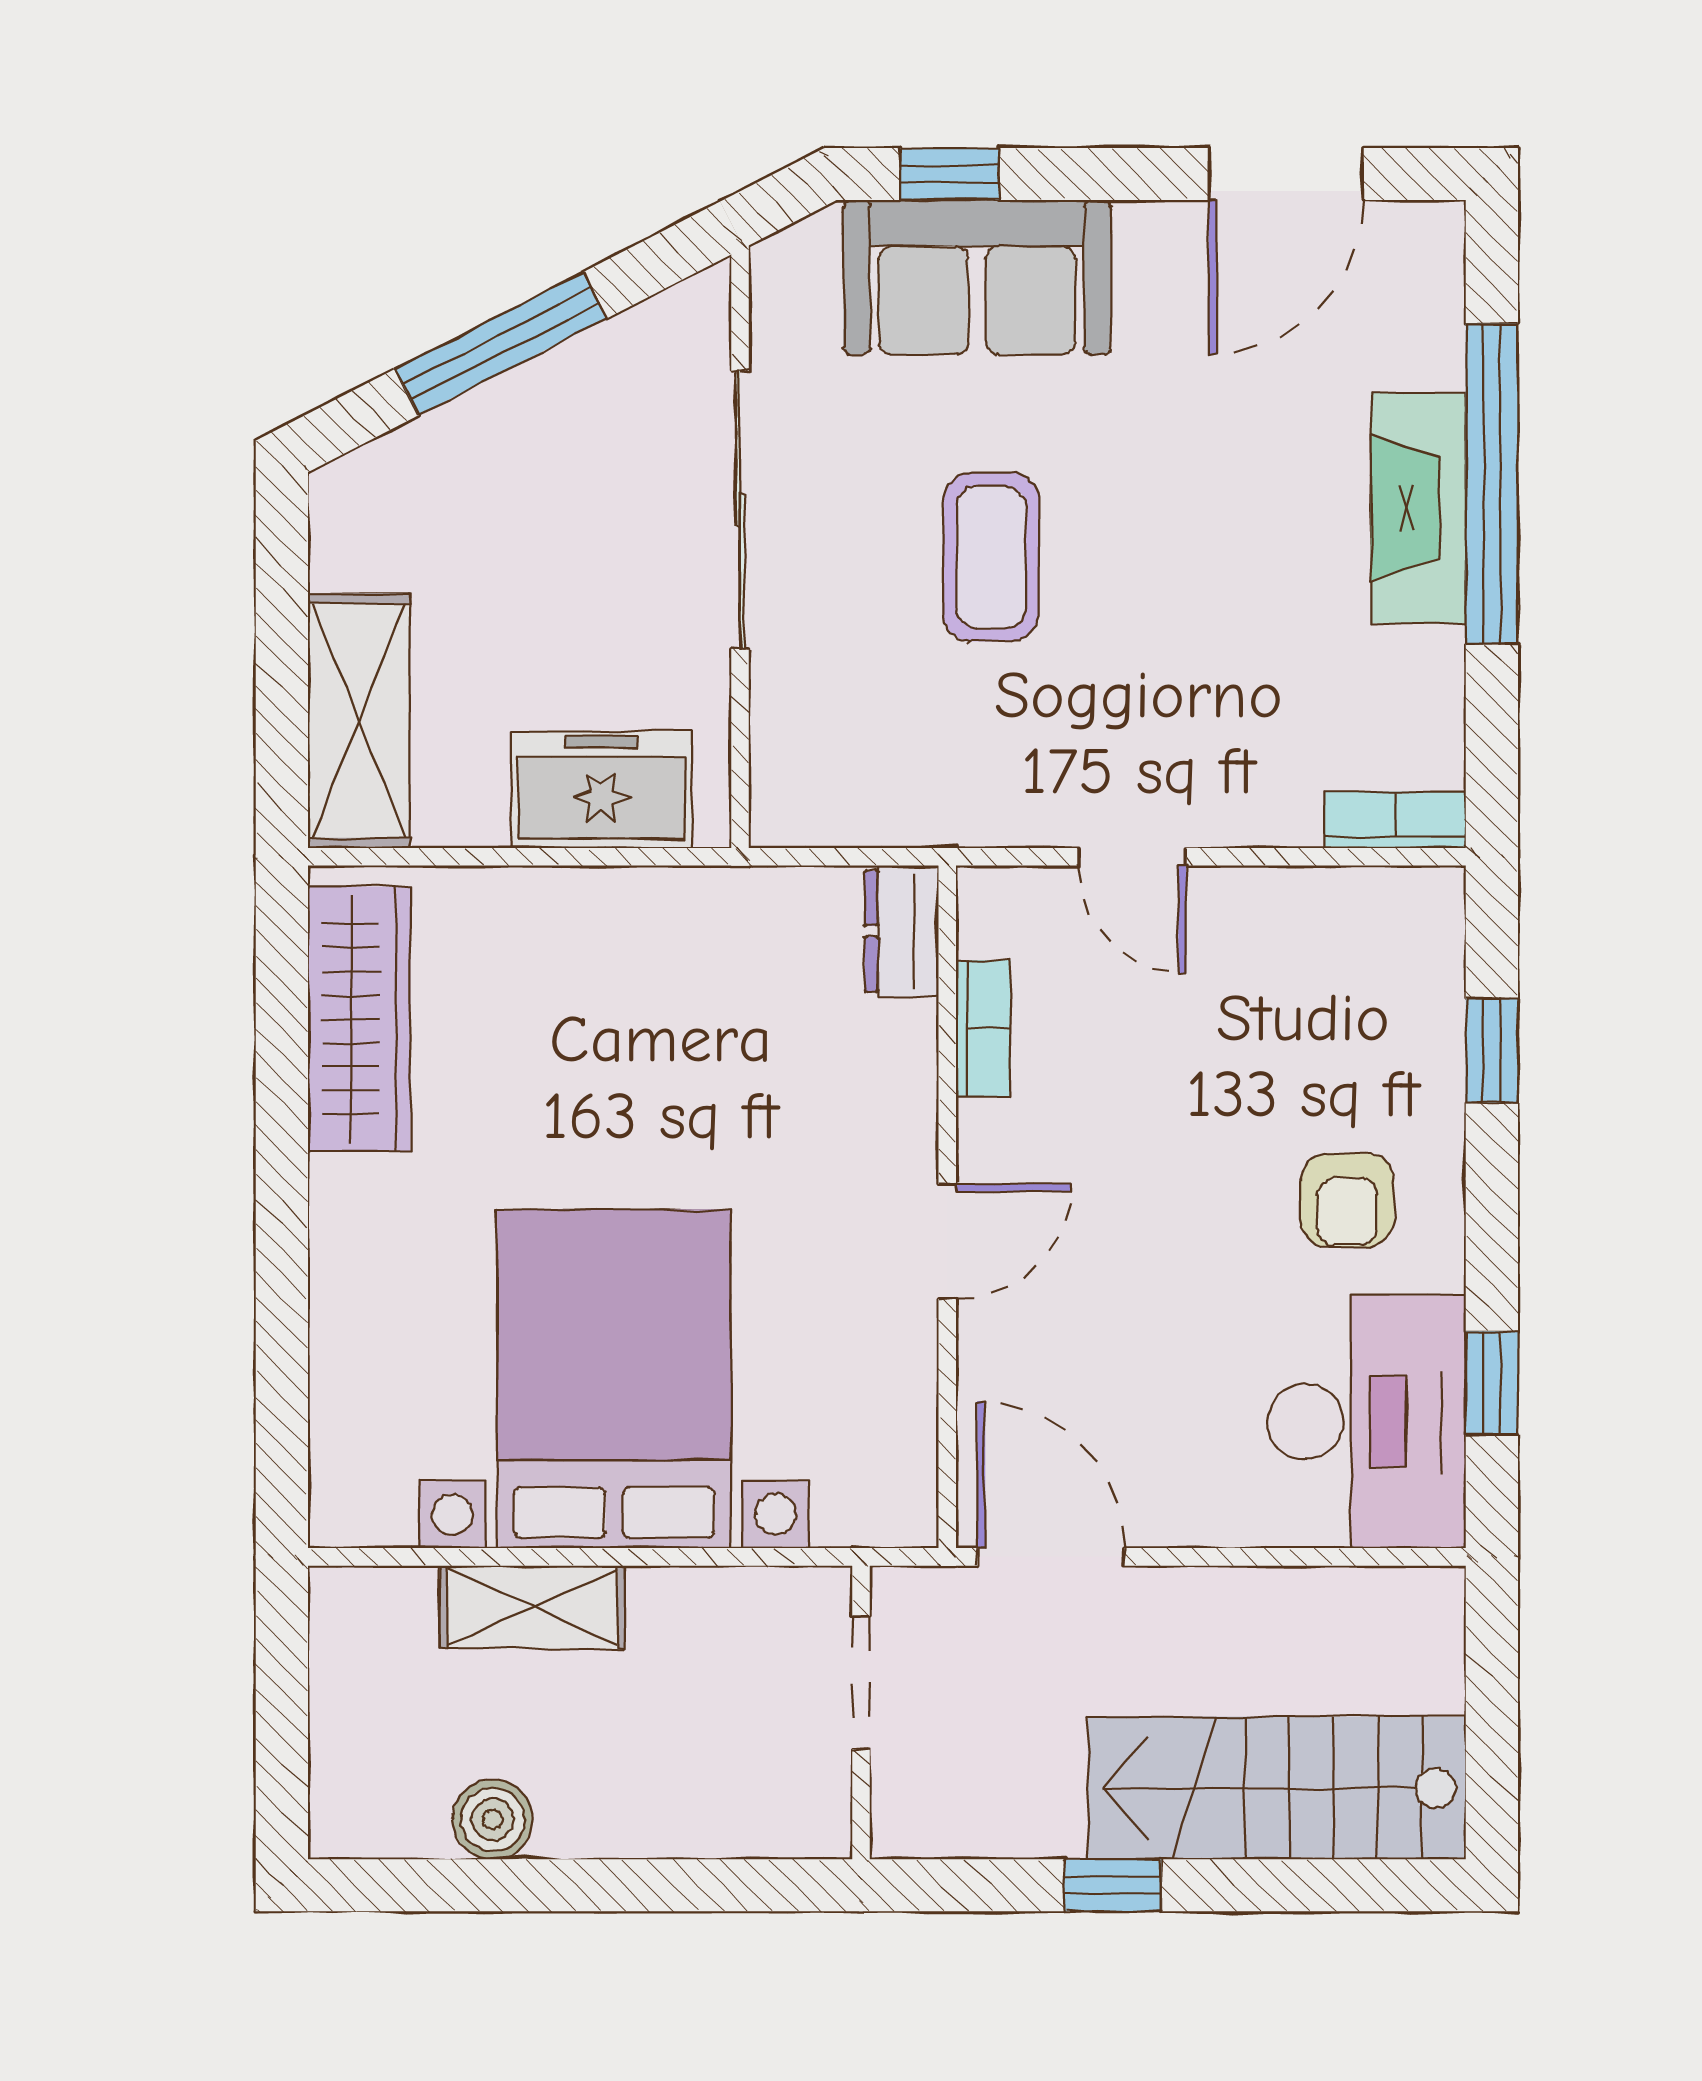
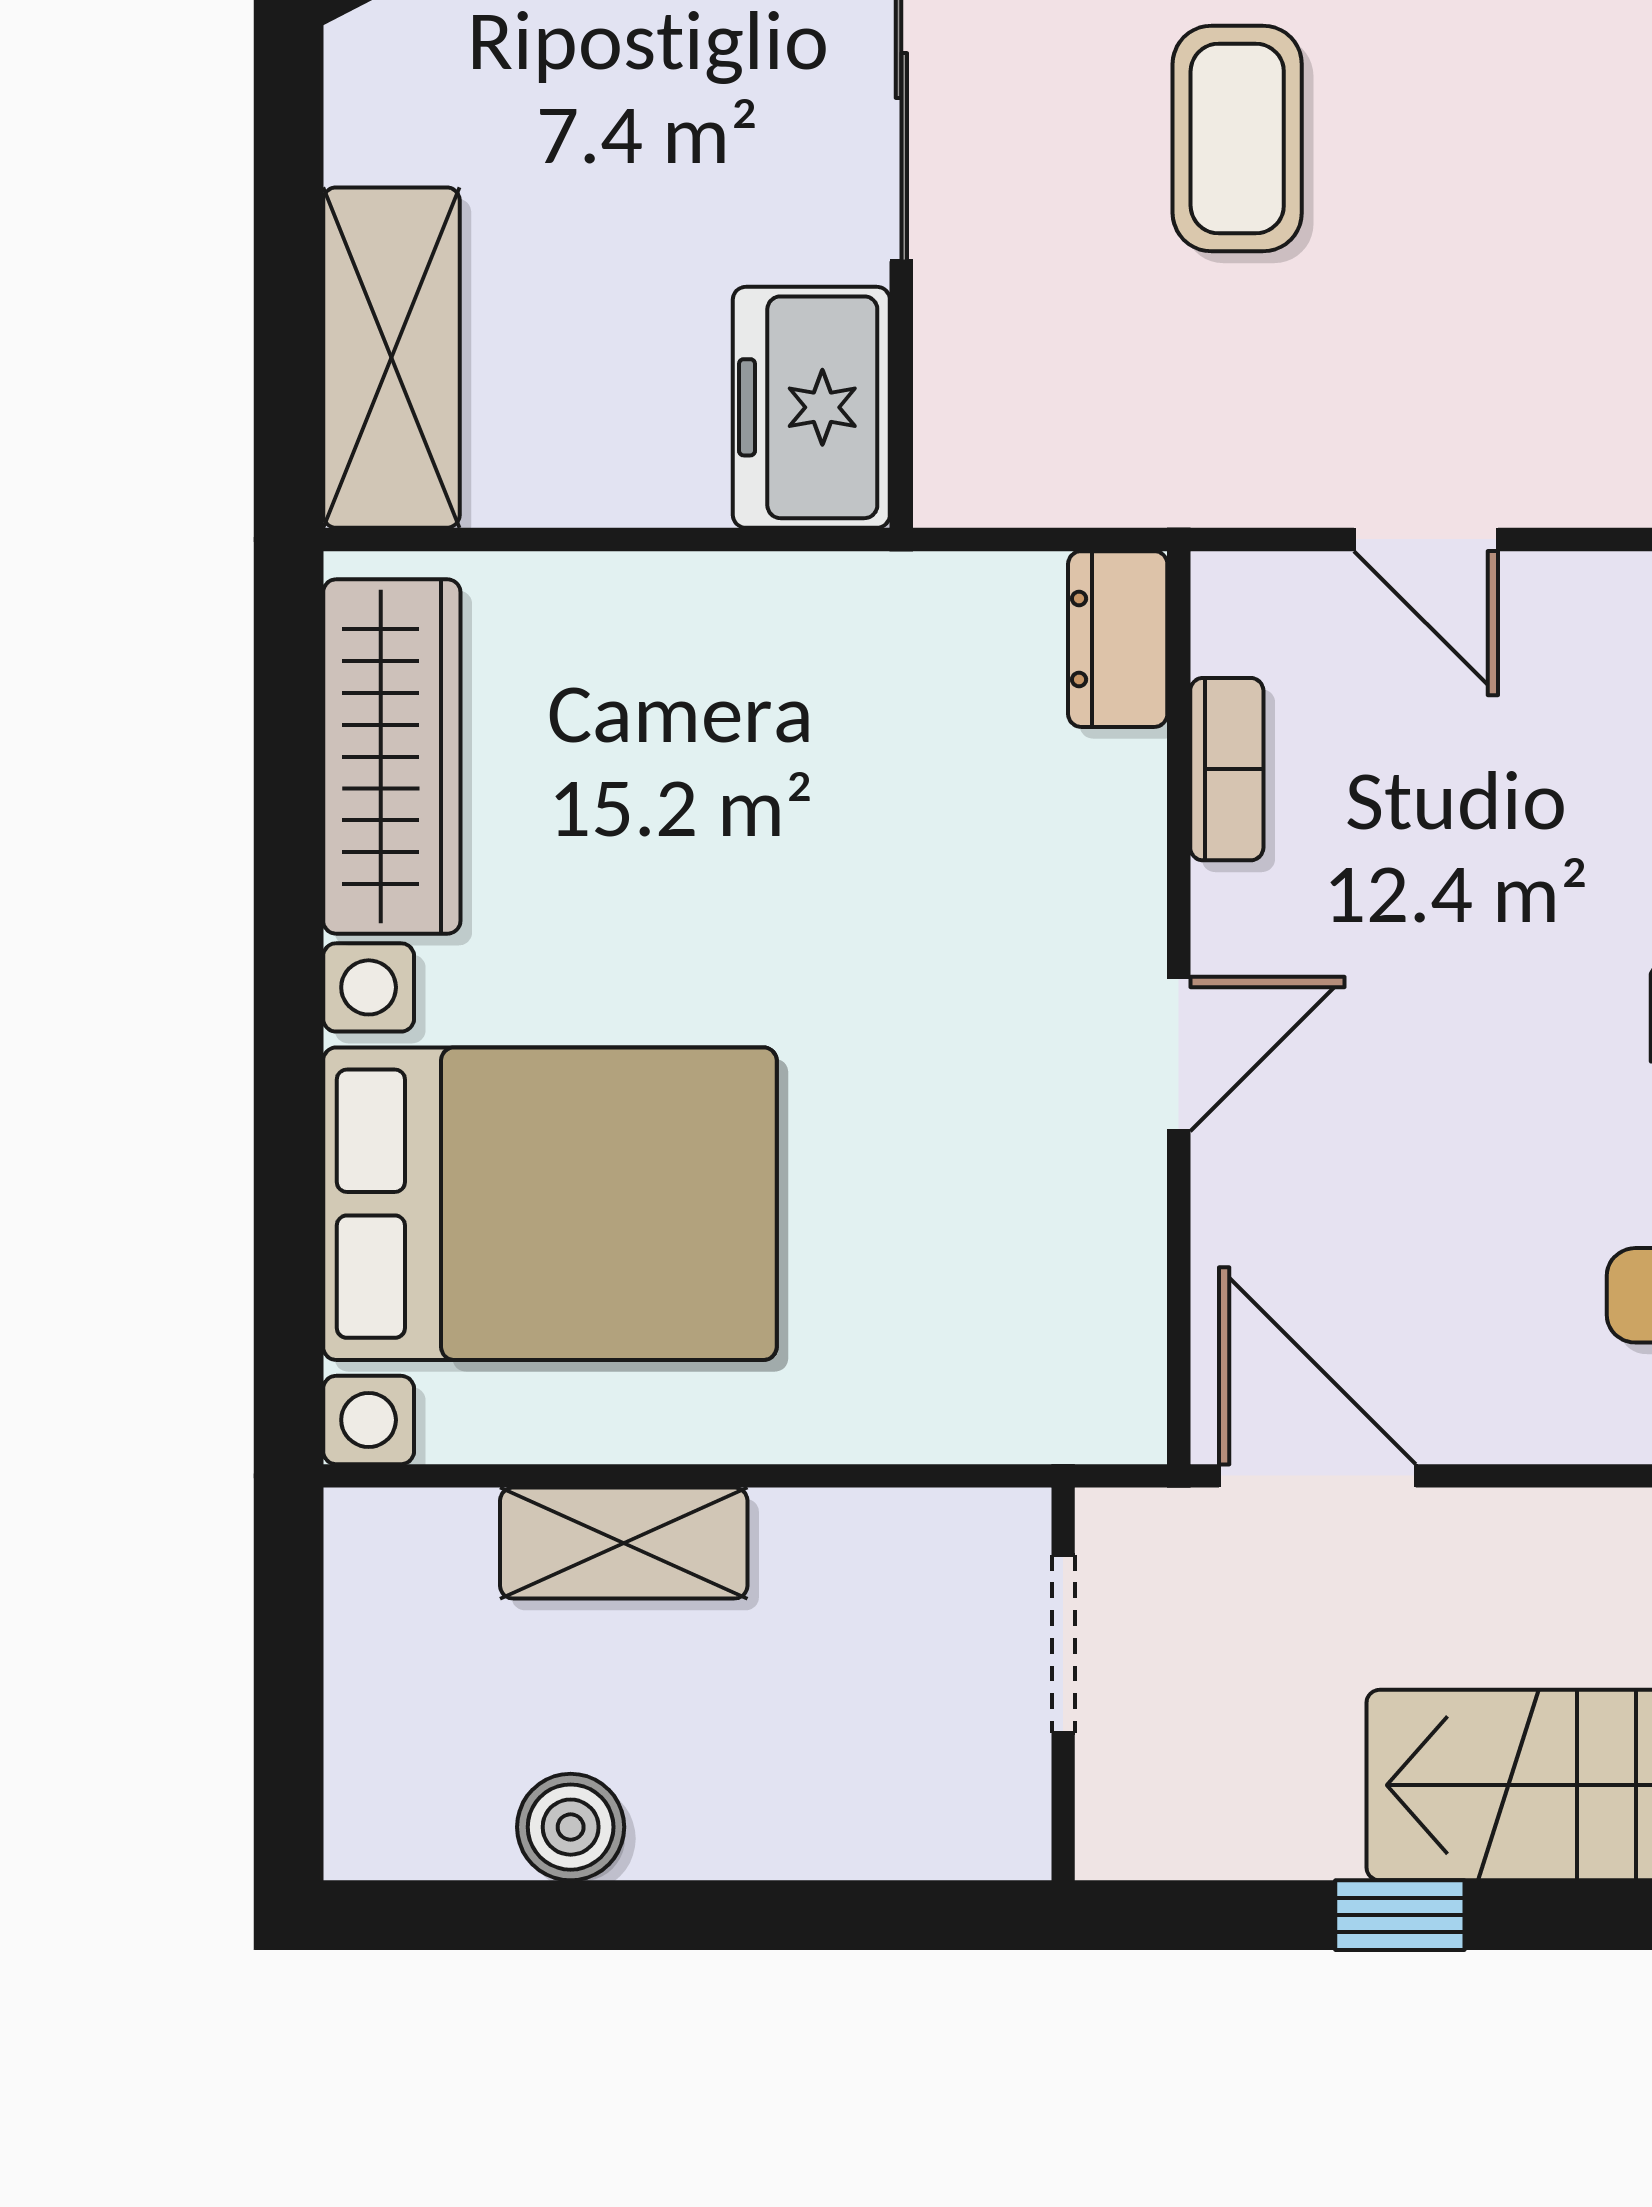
freezer: (601, 790) -> (811, 407), moved, turned -90
bed with nightstands: (614, 1379) -> (550, 1204), moved, turned 90

